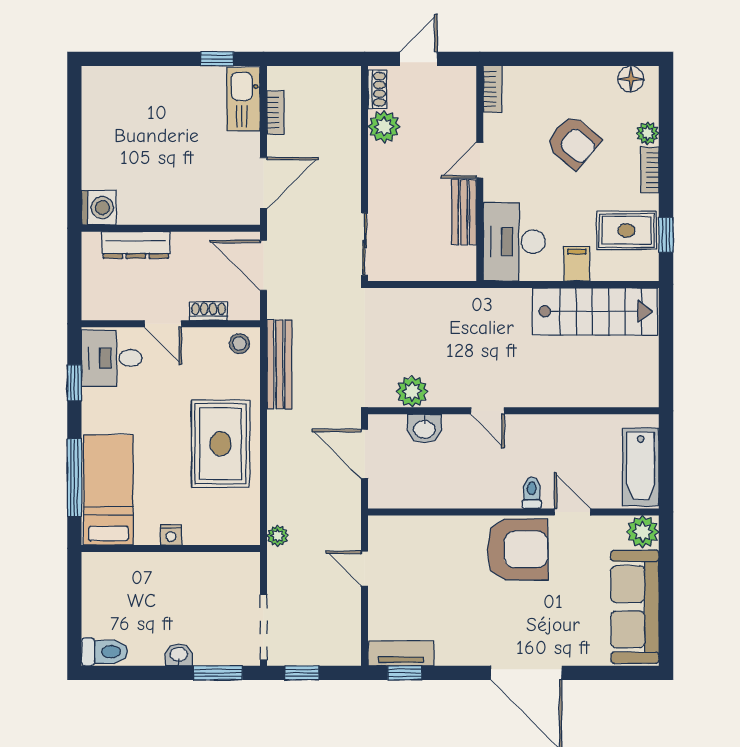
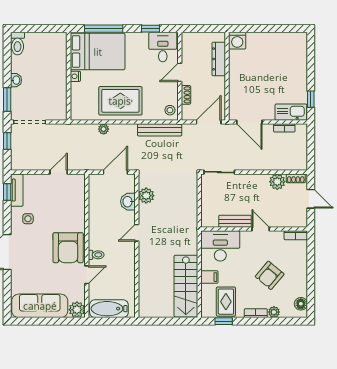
bed: (108, 490) -> (98, 52), width x1.50
plant: (278, 536) -> (104, 129), moved
side table: (459, 631) -> (28, 219), added

